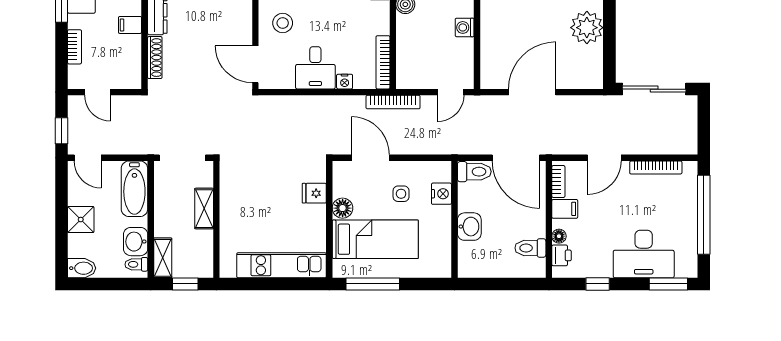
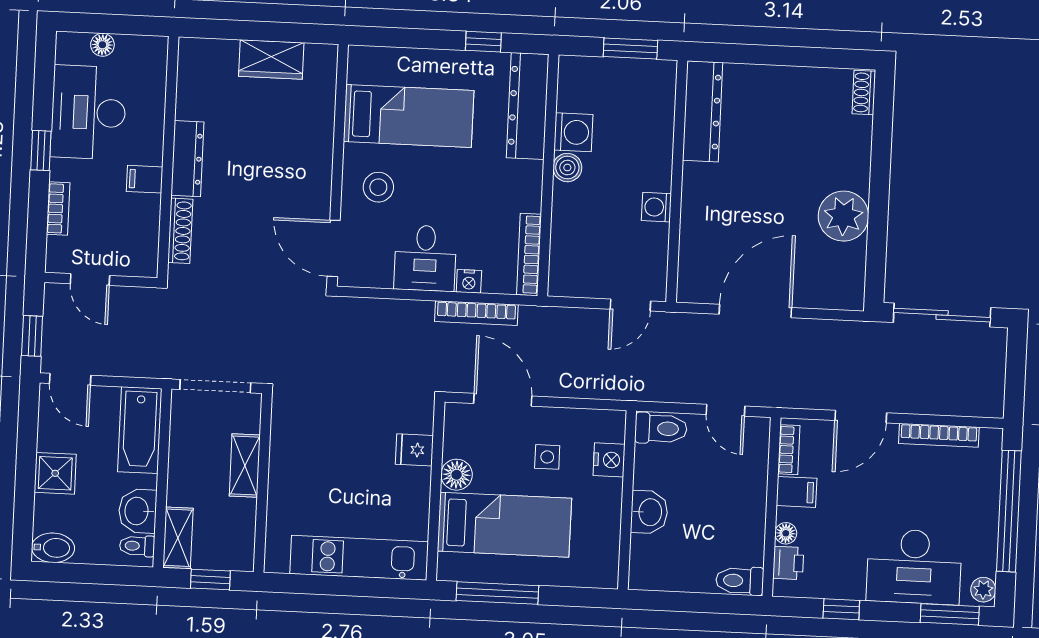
bookcase: (393, 102) -> (476, 313), moved
door: (516, 158) -> (725, 410), width x0.53
toilet: (530, 248) -> (740, 581), moved
plant: (690, 267) -> (983, 590), added

